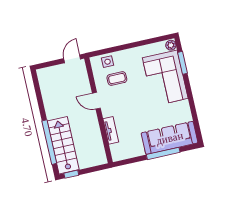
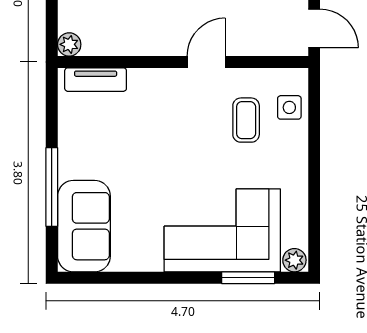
tv unit: (111, 130) -> (96, 80), moved
sofa: (170, 138) -> (84, 226), width x0.73
plant: (102, 160) -> (69, 44), added

